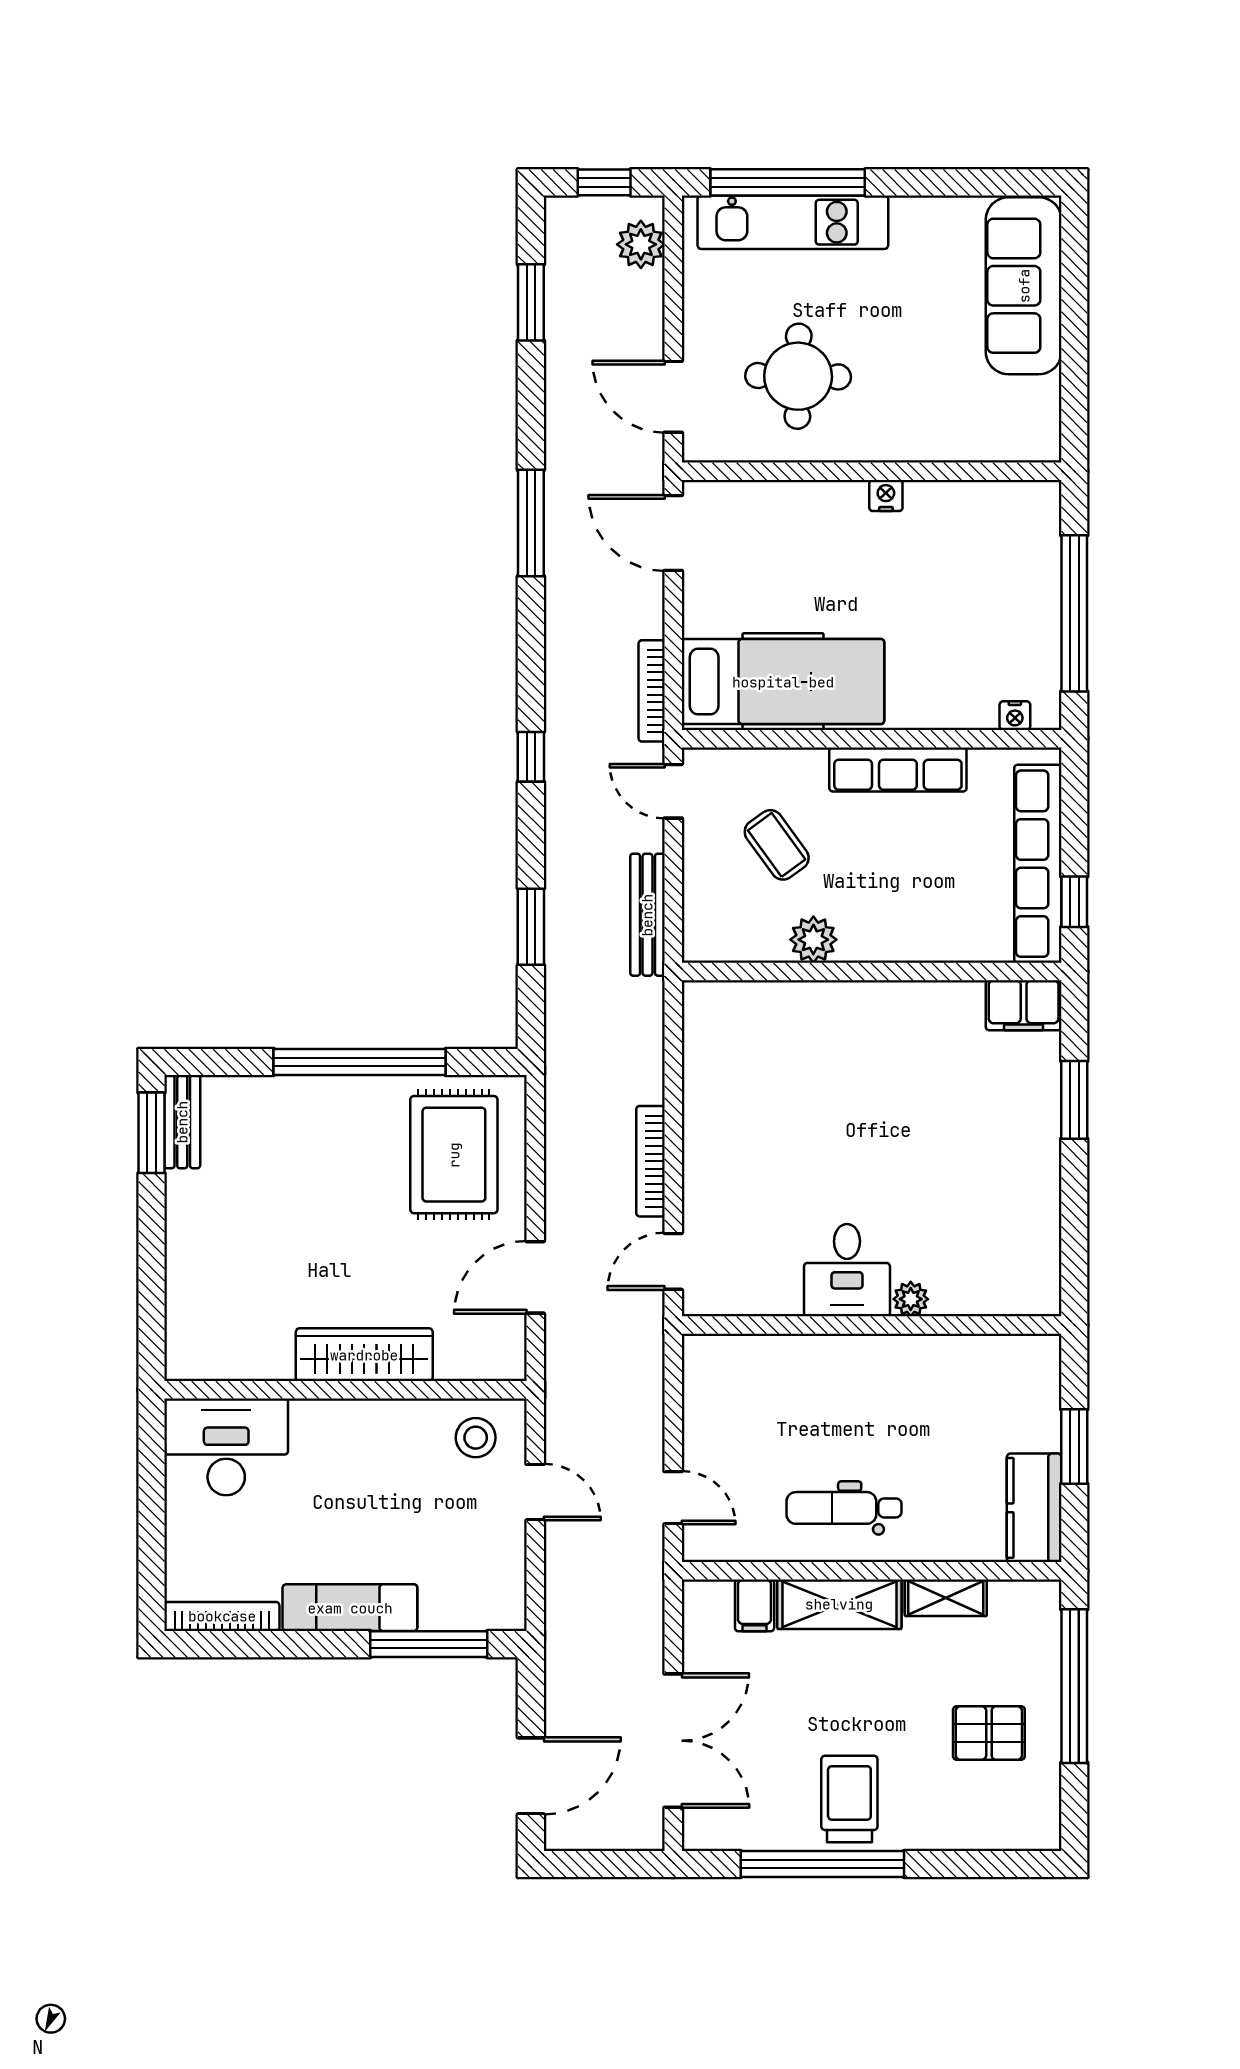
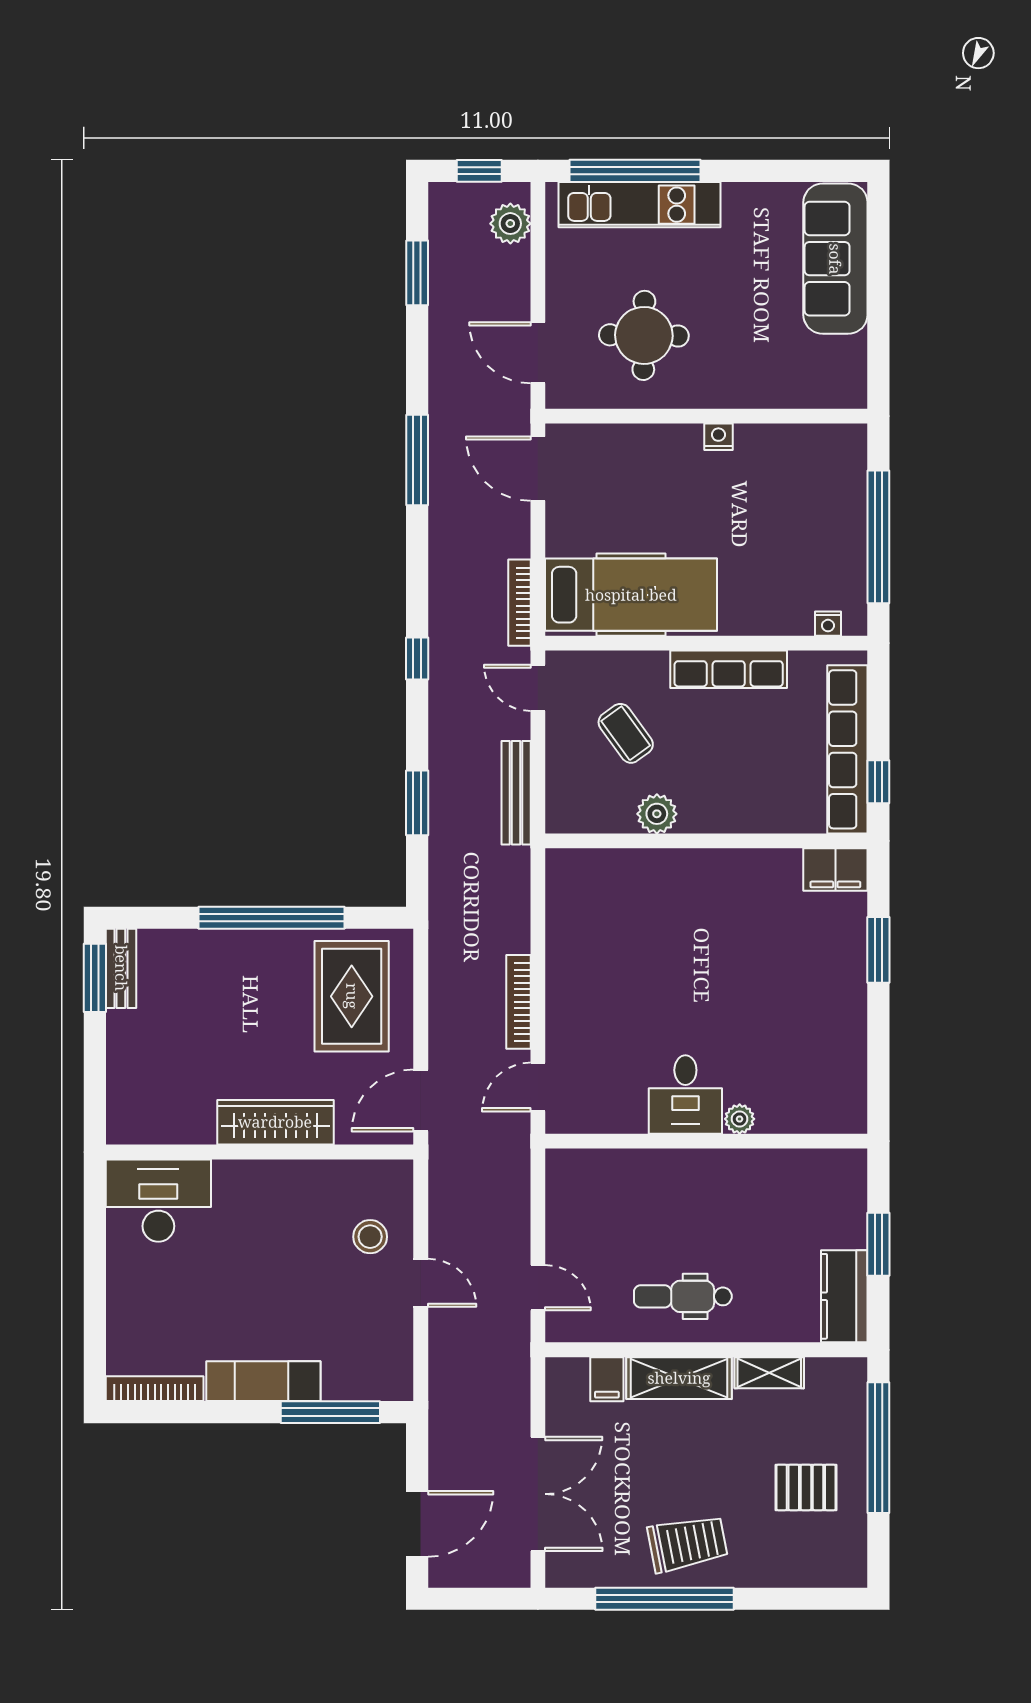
wardrobe: (364, 1355) -> (275, 1122), moved
wall: (346, 1390) -> (260, 1152), moved
desk: (226, 1447) -> (158, 1201), moved
trolley: (849, 1799) -> (687, 1543), turned 79

